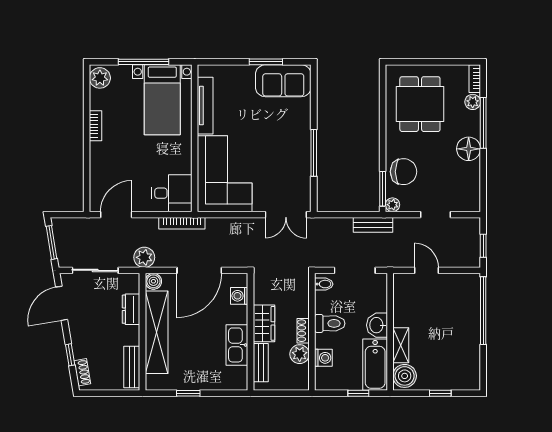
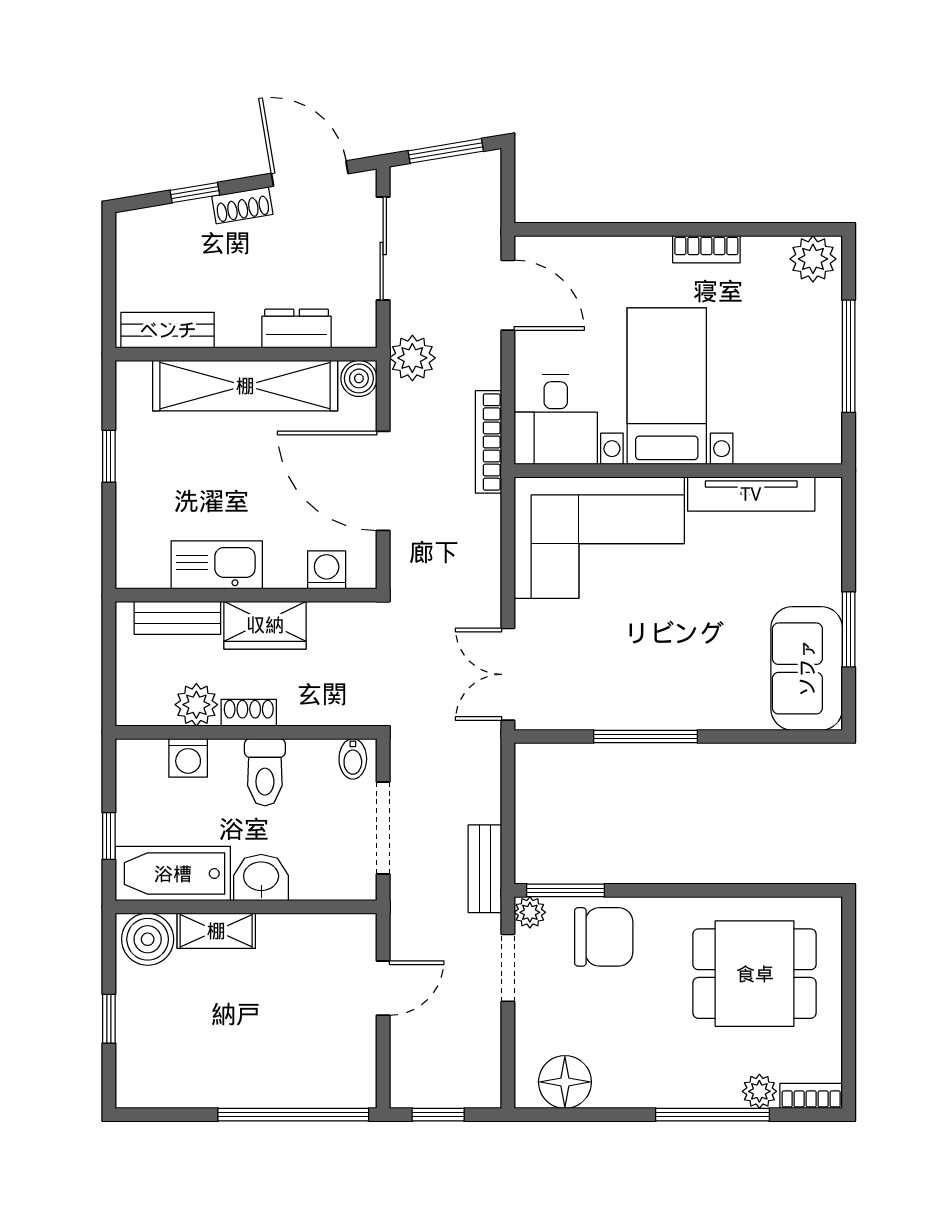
bed with nightstands: (162, 100) -> (667, 386), moved, turned 90
floor lamp: (469, 149) -> (565, 1082), moved
chair: (404, 172) -> (604, 937), turned -90
doorway: (435, 215) -> (508, 968), moved
shoe rack: (82, 372) -> (242, 205), moved

